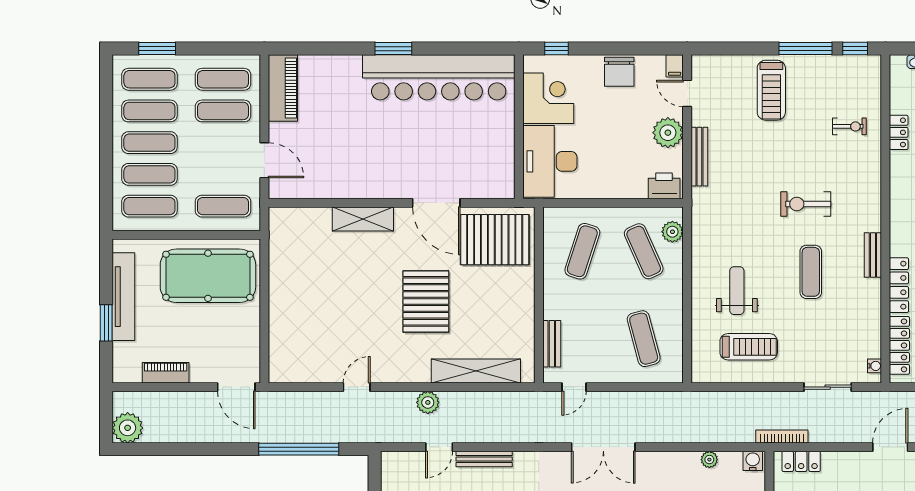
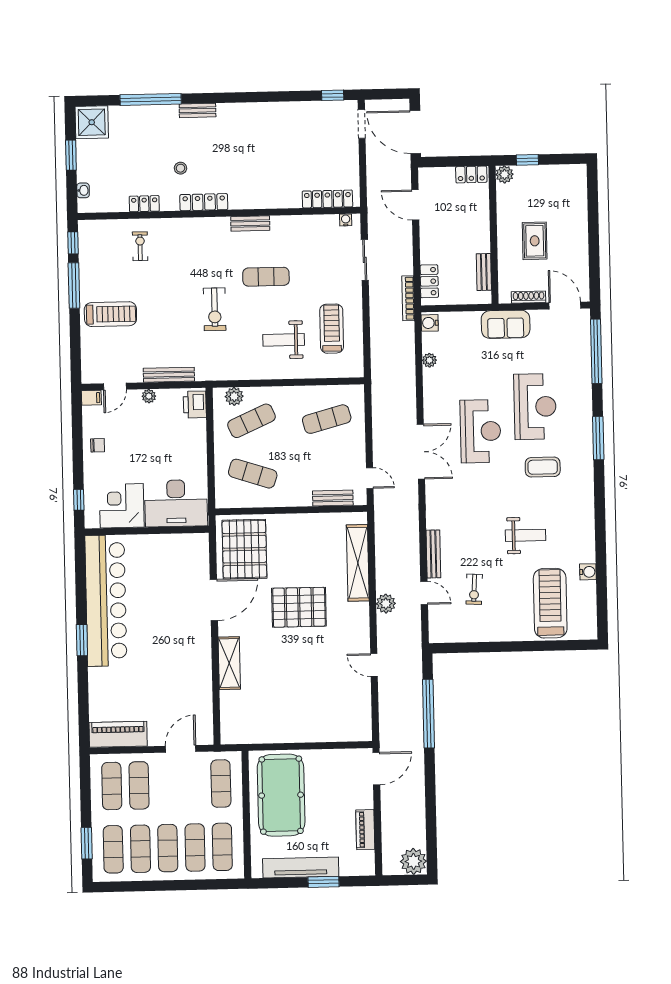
chair: (619, 72) -> (98, 445), width x0.54, depth x0.54
plant: (668, 133) -> (149, 396), width x0.53, depth x0.53
exercise bike: (806, 204) -> (215, 309), moved
locker: (899, 285) -> (204, 202), moved

